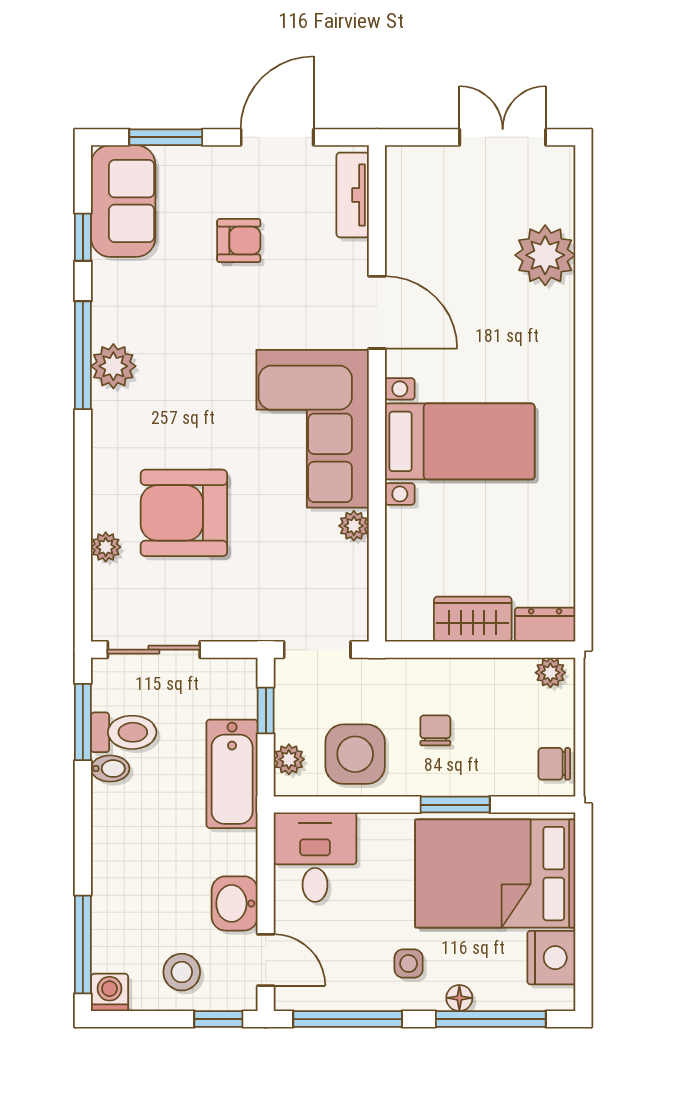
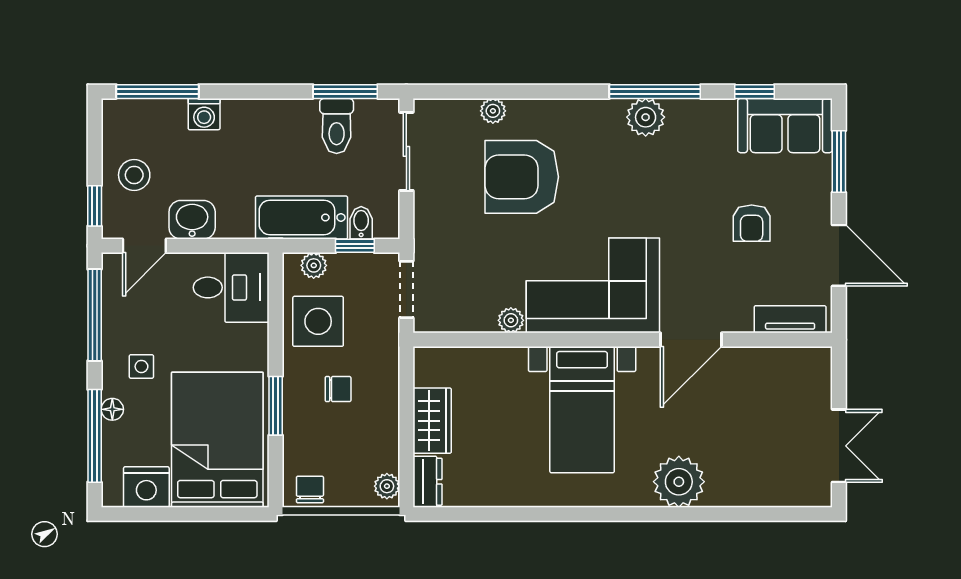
plant: (545, 255) -> (679, 482), moved
armchair: (184, 513) -> (522, 177), turned -90
bidet: (110, 769) -> (361, 223), moved, turned 180
washing machine: (110, 992) -> (204, 114), moved, turned 90

